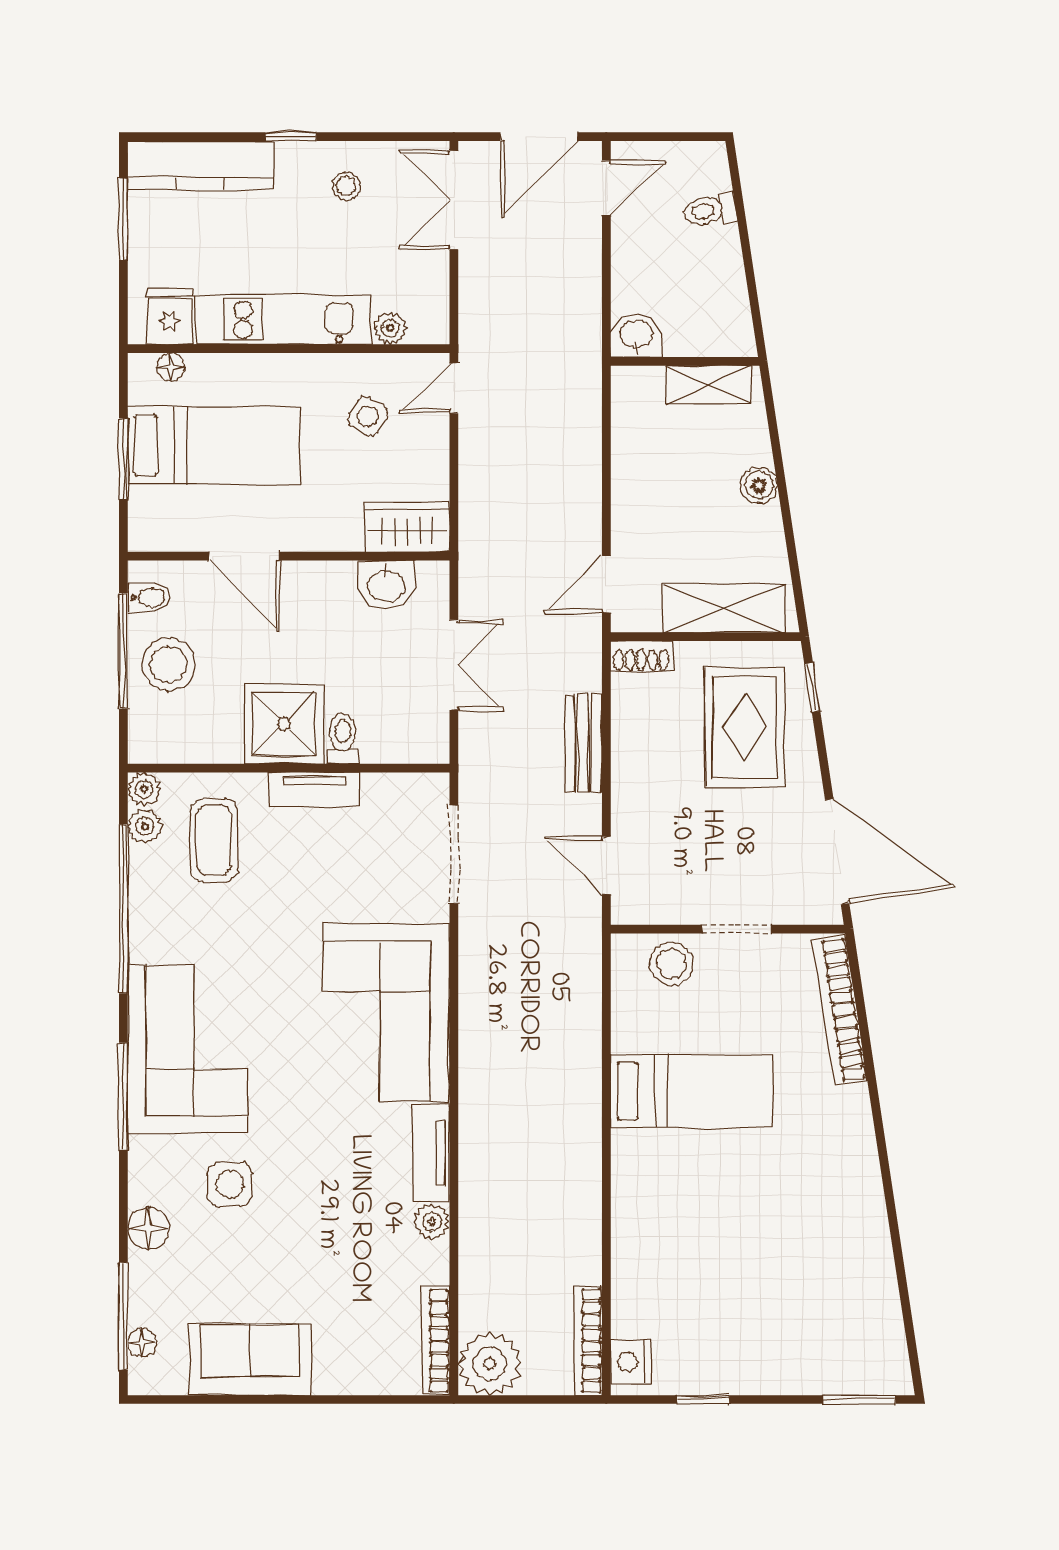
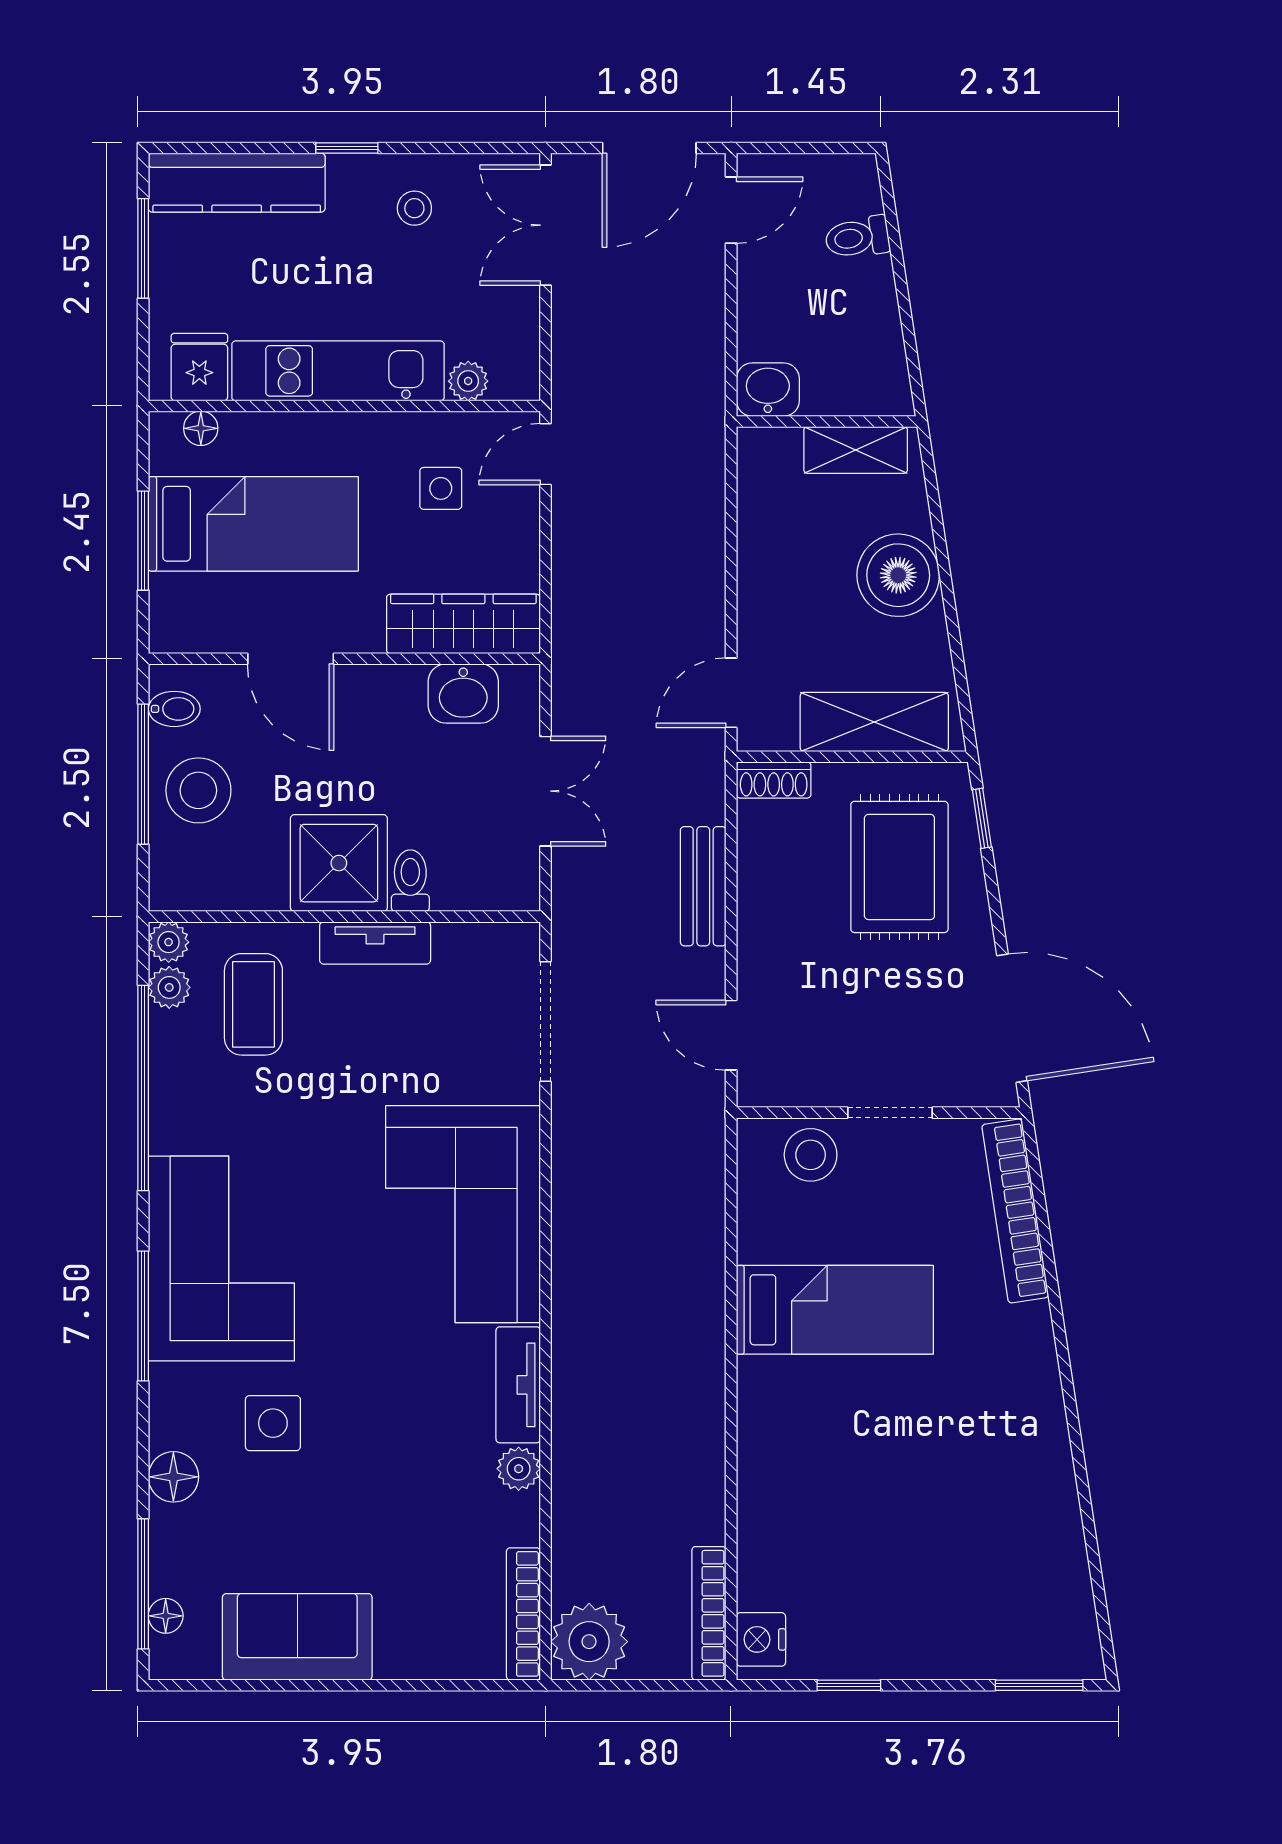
side table: (368, 416) -> (441, 488), turned -34
boiler: (759, 485) -> (898, 575), width x1.86, depth x1.86
wardrobe: (407, 528) -> (463, 624), width x1.50

